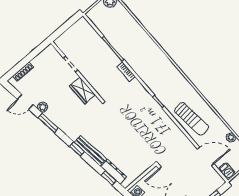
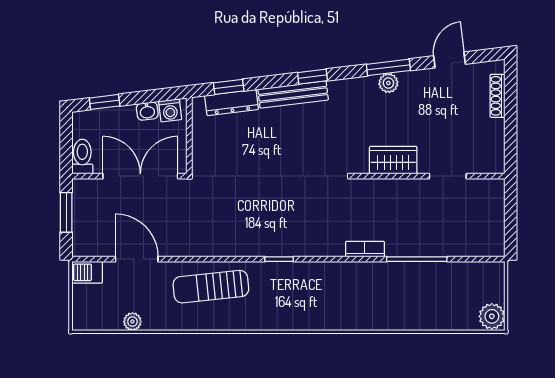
plant: (43, 107) -> (388, 83), moved
door: (206, 156) -> (137, 259), swing flipped

